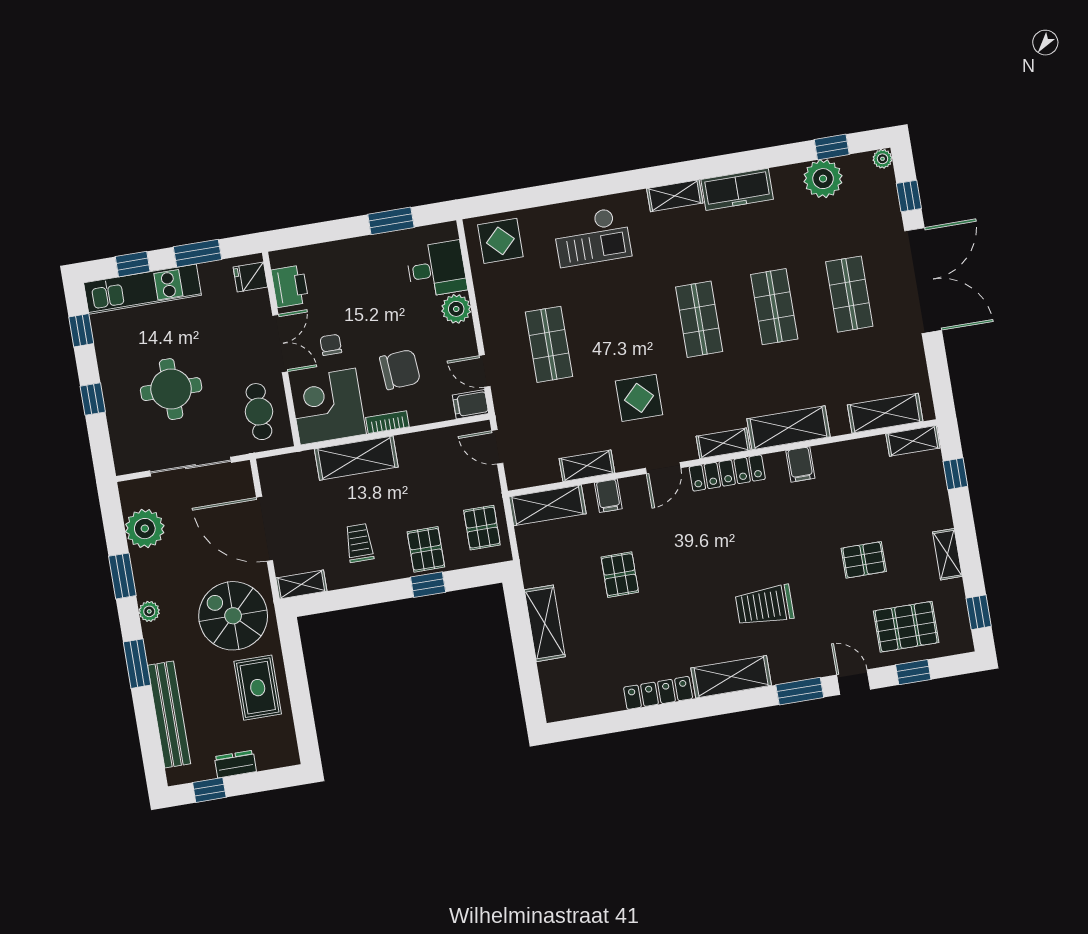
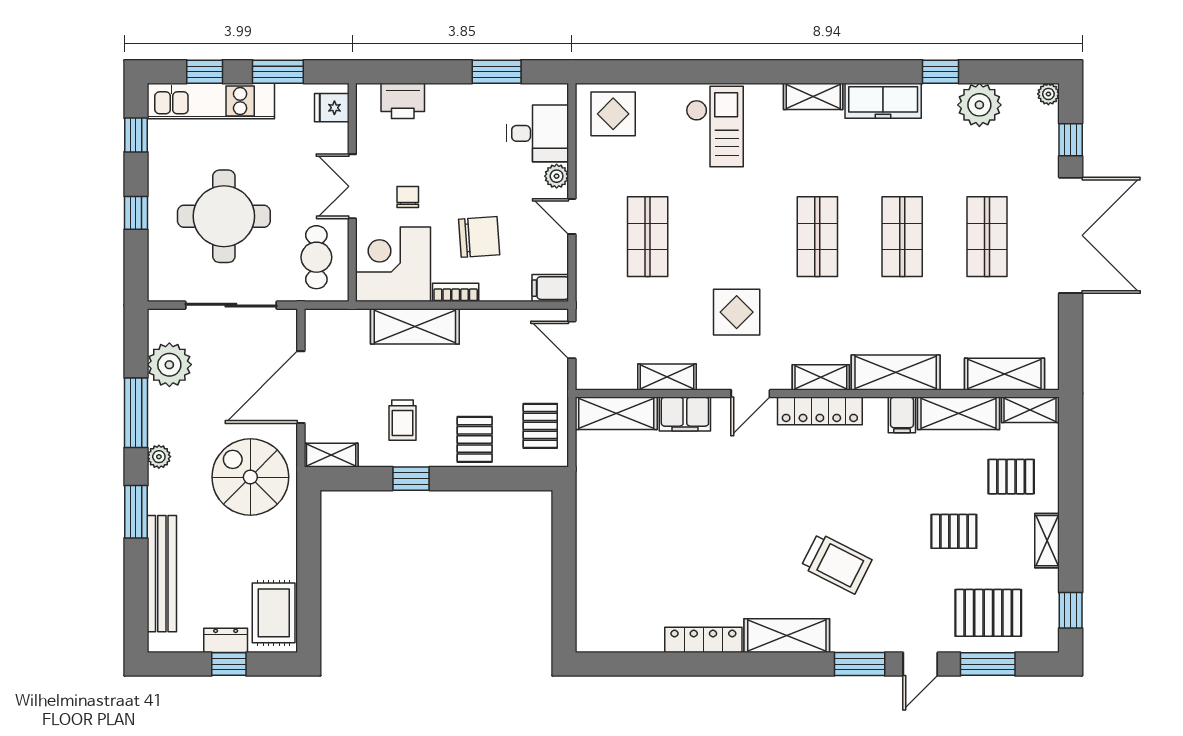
window: (832, 147) -> (941, 72), moved
checkout: (592, 237) -> (715, 127), turned -90
printer: (290, 286) -> (403, 101), moved, turned 90
plant: (456, 309) -> (557, 176), width x0.73, depth x0.73
double door: (280, 344) -> (352, 186), swing flipped
door: (485, 371) -> (572, 216), moved
round table: (171, 389) -> (224, 216), width x1.36, depth x1.36
window: (955, 474) -> (1071, 454), removed
filing cabinet: (608, 496) -> (685, 414), width x2.00
door: (264, 529) -> (301, 387), hinge flipped
trolley: (359, 543) -> (402, 420), turned 180
pallet: (620, 575) -> (1011, 477), moved, turned 90
window: (122, 576) -> (136, 413), width x1.44
window: (428, 585) -> (411, 479), moved
trolley: (764, 605) -> (836, 563), turned -153
shelving: (545, 623) -> (958, 413), moved, turned 90
window: (913, 672) -> (988, 664), width x1.50
door: (854, 682) -> (920, 664), swing flipped
rug: (258, 688) -> (274, 613), moved
window: (209, 790) -> (229, 664), moved

